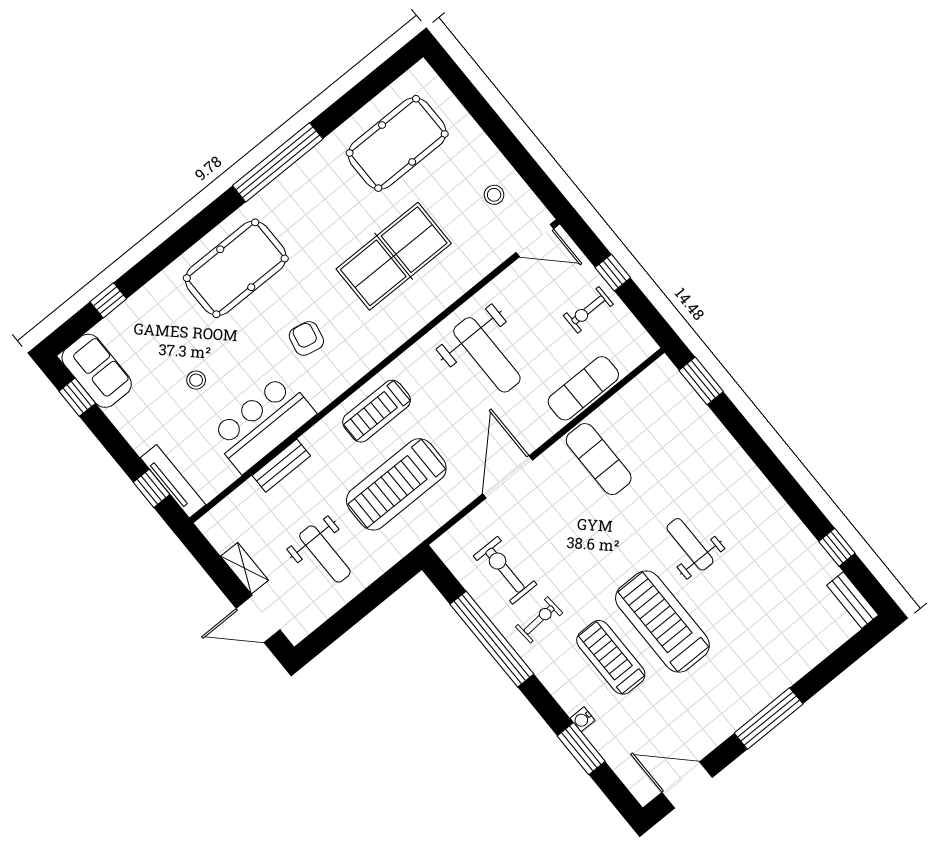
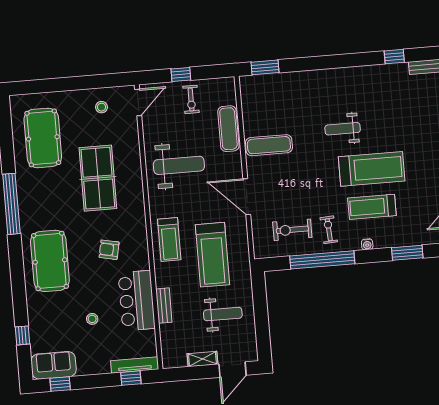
treadmill: (662, 622) -> (372, 169), turned 180
water cooler: (582, 719) -> (367, 244), moved

